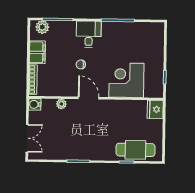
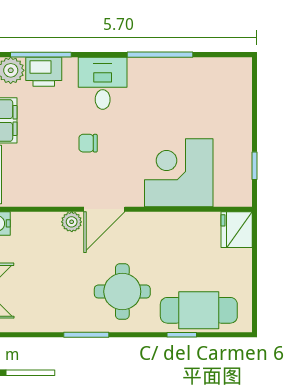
printer: (59, 28) -> (44, 72), added
door: (89, 98) -> (104, 209), swing flipped
plant: (61, 104) -> (72, 222), moved
round table: (97, 140) -> (122, 292), added

